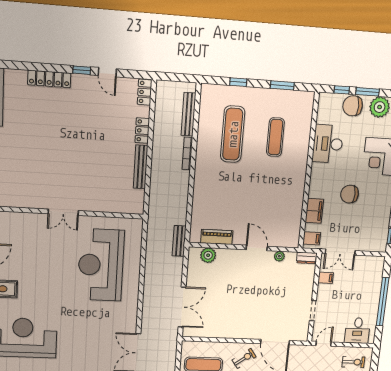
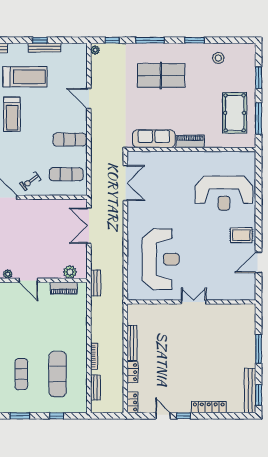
bench: (188, 114) -> (95, 388), width x0.73

